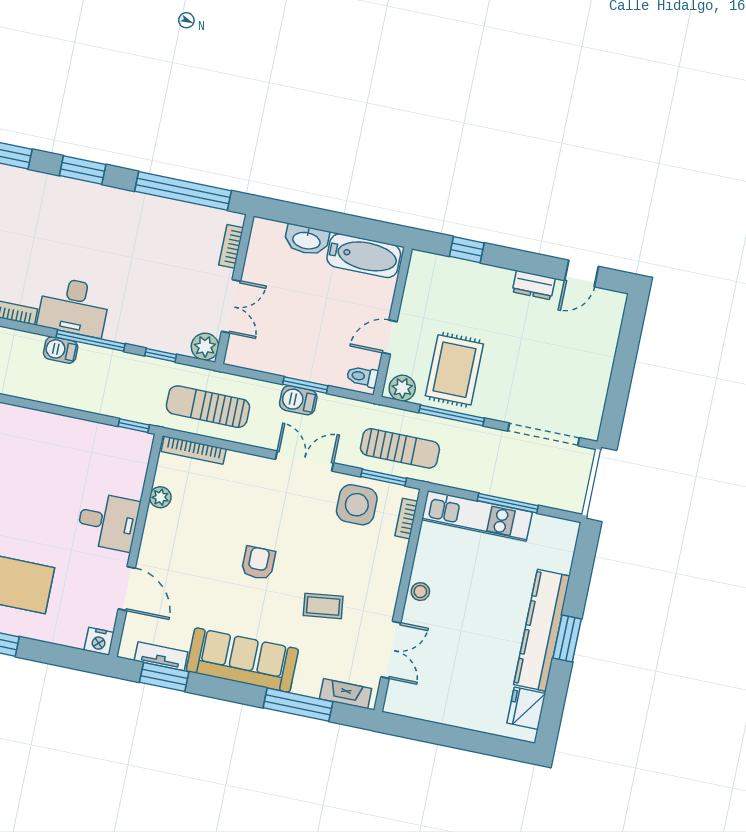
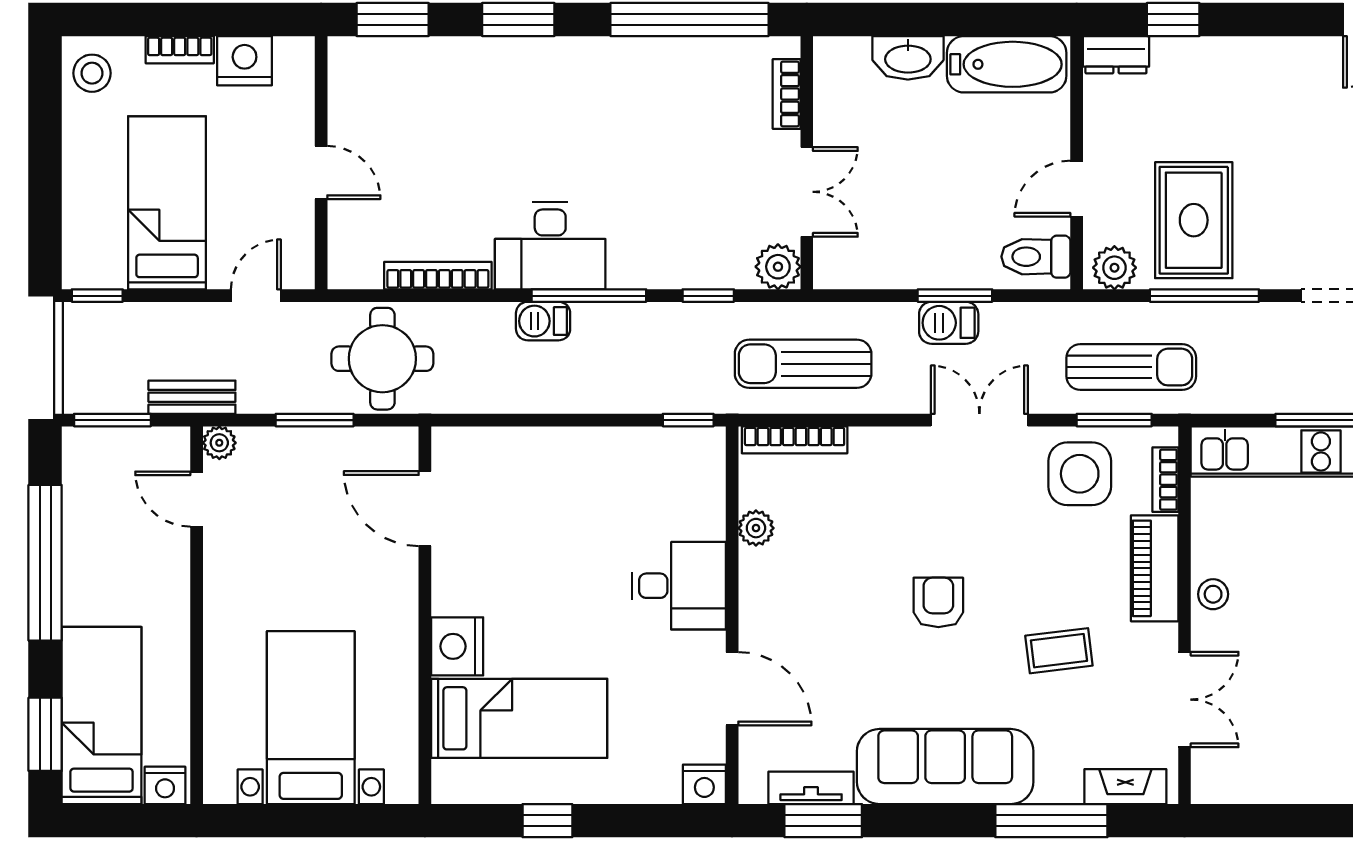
dresser: (534, 285) -> (1116, 55), moved
toilet: (362, 377) -> (1036, 257), width x1.37, depth x1.39
piano: (389, 569) -> (1155, 568), added

